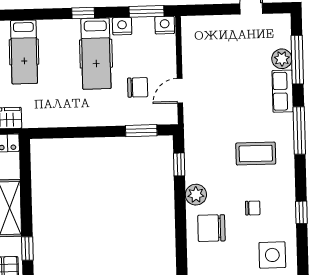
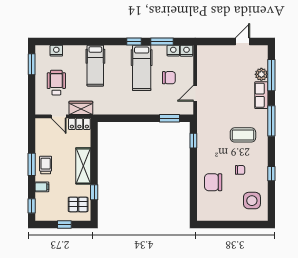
window: (146, 11) -> (162, 41), moved
nightstand: (122, 26) -> (173, 51), moved
chair: (138, 87) -> (169, 78), moved
plant: (196, 195) -> (204, 160), removed

